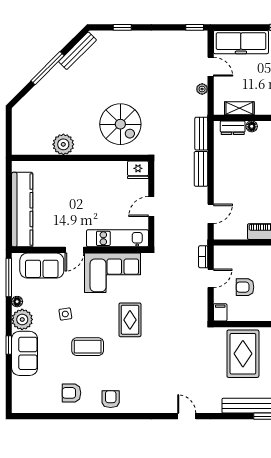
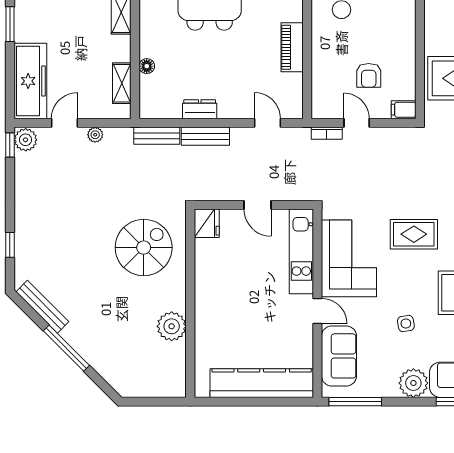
plant: (198, 39) -> (26, 140), added
dresser: (233, 128) -> (200, 109), moved, turned -90
floor lamp: (17, 302) -> (389, 390), removed

